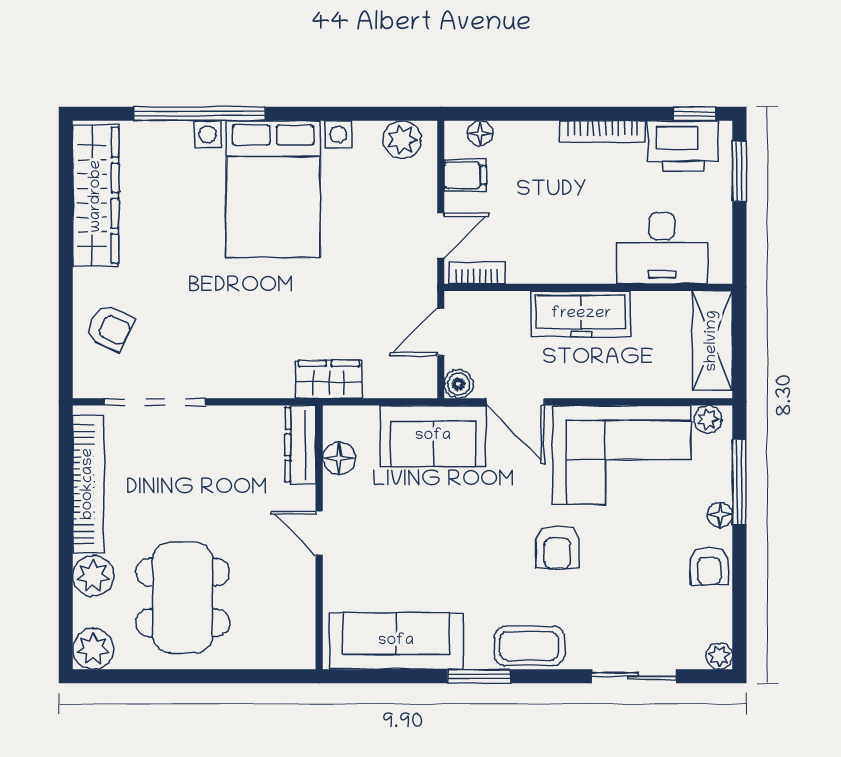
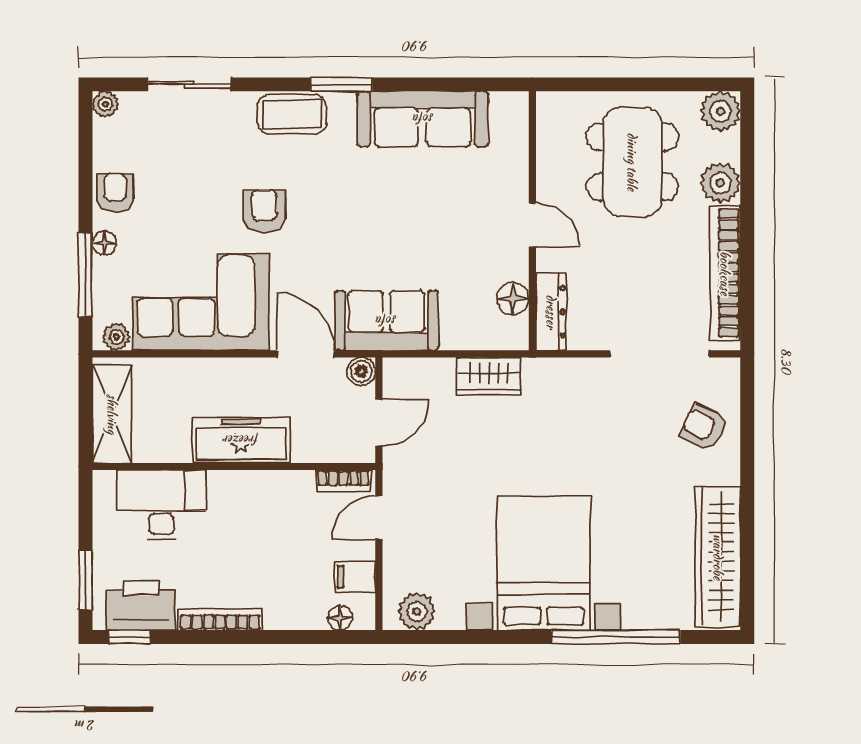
dresser: (300, 445) -> (551, 312), moved
floor lamp: (339, 458) -> (513, 298), moved
door: (319, 533) -> (532, 225), moved
wall: (319, 537) -> (532, 221), moved

